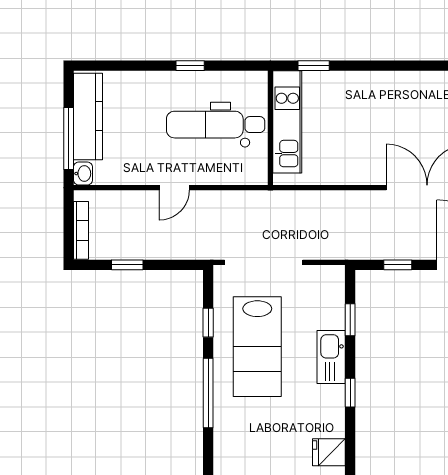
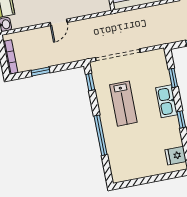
window: (208, 323) -> (90, 82), moved
lab bench: (257, 347) -> (123, 104), width x0.73, depth x0.72

